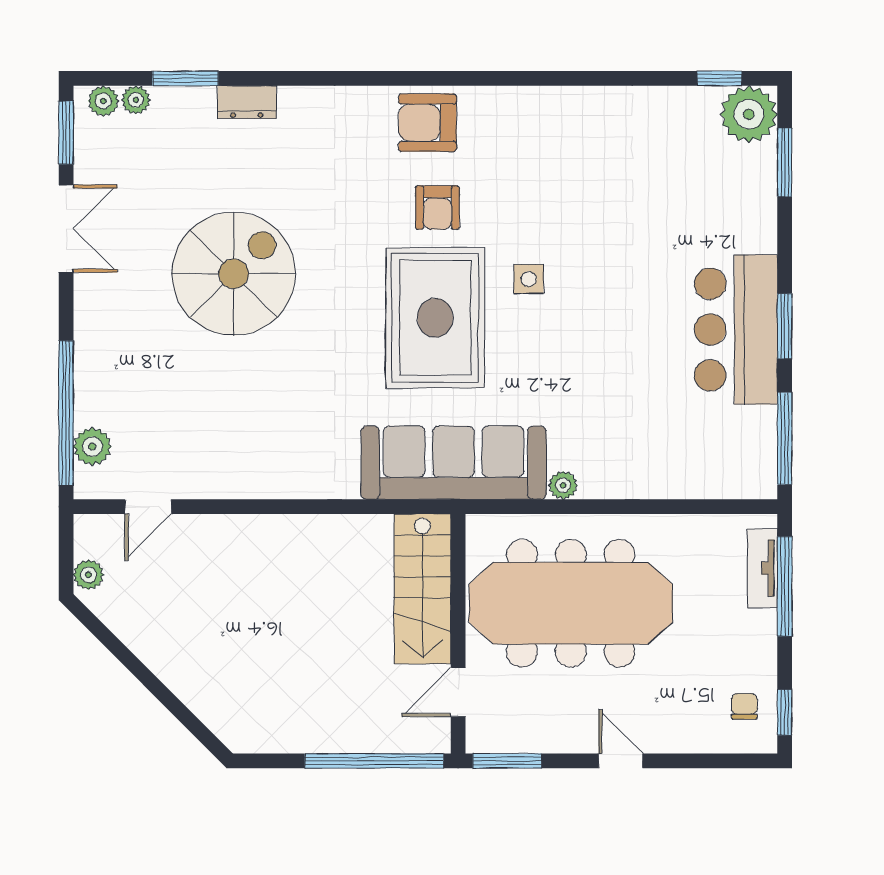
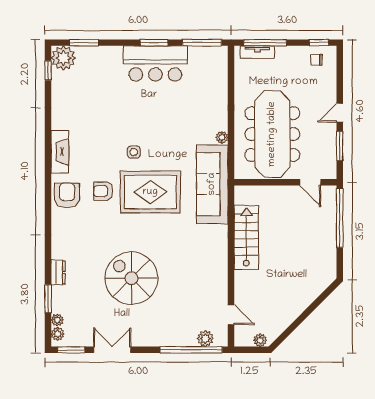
fireplace: (530, 106) -> (60, 152), added
armchair: (427, 123) -> (67, 195), turned 180
armchair: (437, 208) -> (103, 191), turned 180
stairs: (422, 589) -> (246, 237), moved, turned -90
window: (507, 761) -> (340, 146), moved

